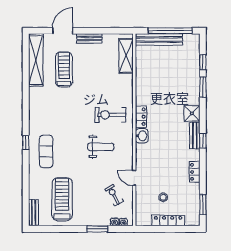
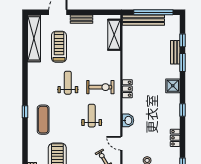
weight bench: (74, 110) -> (68, 83), added
exercise bike: (110, 115) -> (100, 87), turned 180
bench: (195, 135) -> (175, 52), moved
washbasin: (142, 136) -> (128, 120), moved
weight bench: (101, 147) -> (92, 116), turned -90

